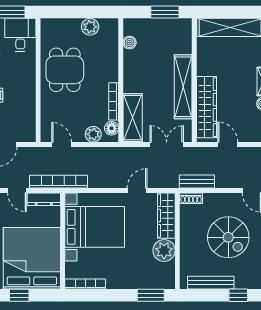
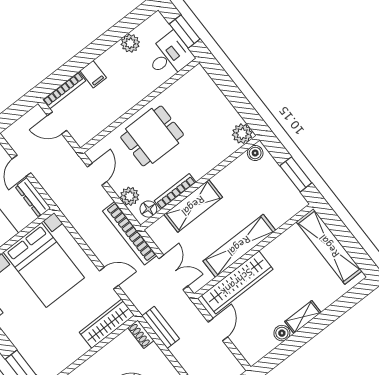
plant: (90, 27) -> (242, 134), moved
boiler: (130, 43) -> (255, 153), moved
dining table: (65, 70) -> (152, 136), moved
shelving: (133, 118) -> (193, 206), moved
bookcase: (58, 182) -> (130, 233), moved, turned 180
plant: (164, 251) -> (72, 347), removed

